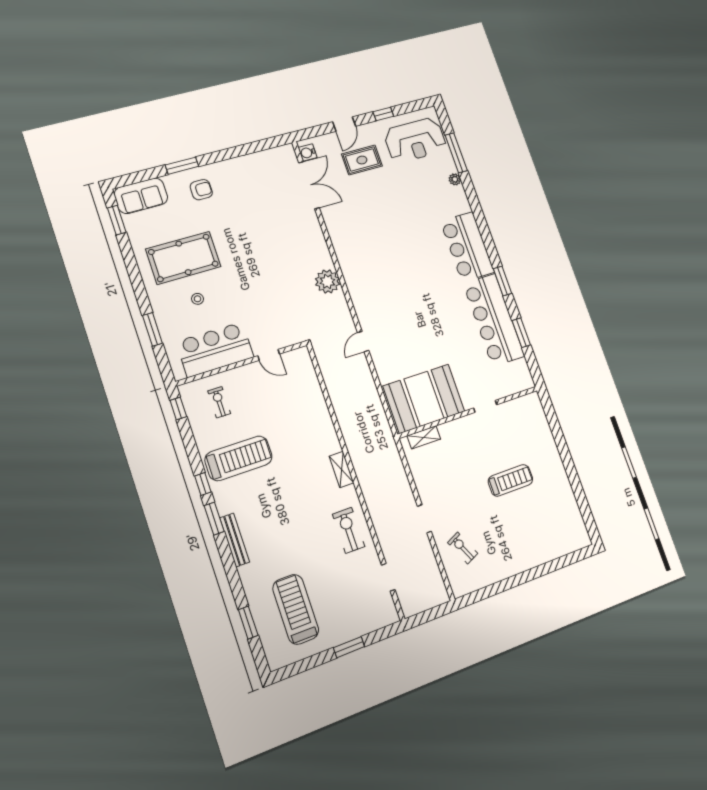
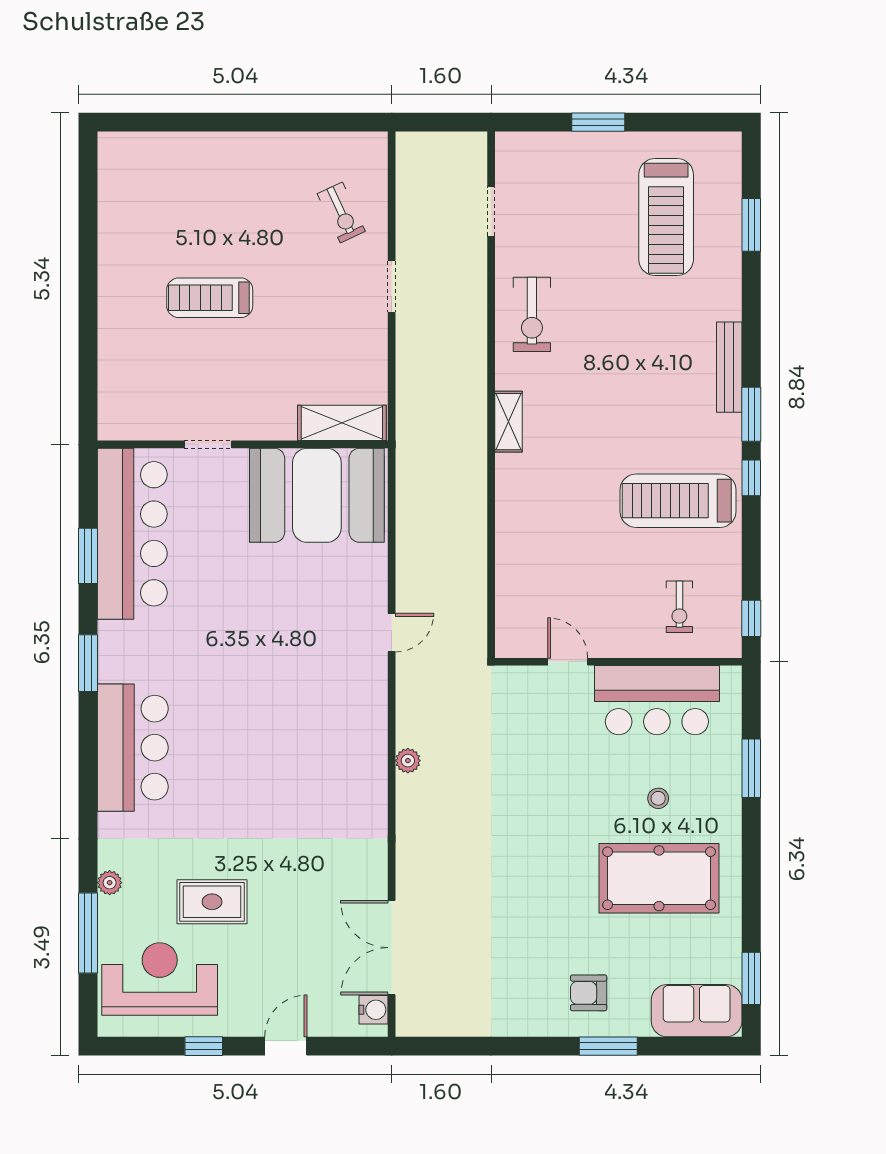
rug: (362, 160) -> (212, 902), moved
plant: (327, 282) -> (408, 761), width x0.53, depth x0.53
bar counter: (494, 320) -> (132, 534), moved
shelving: (424, 437) -> (342, 423), width x1.50, depth x1.33

